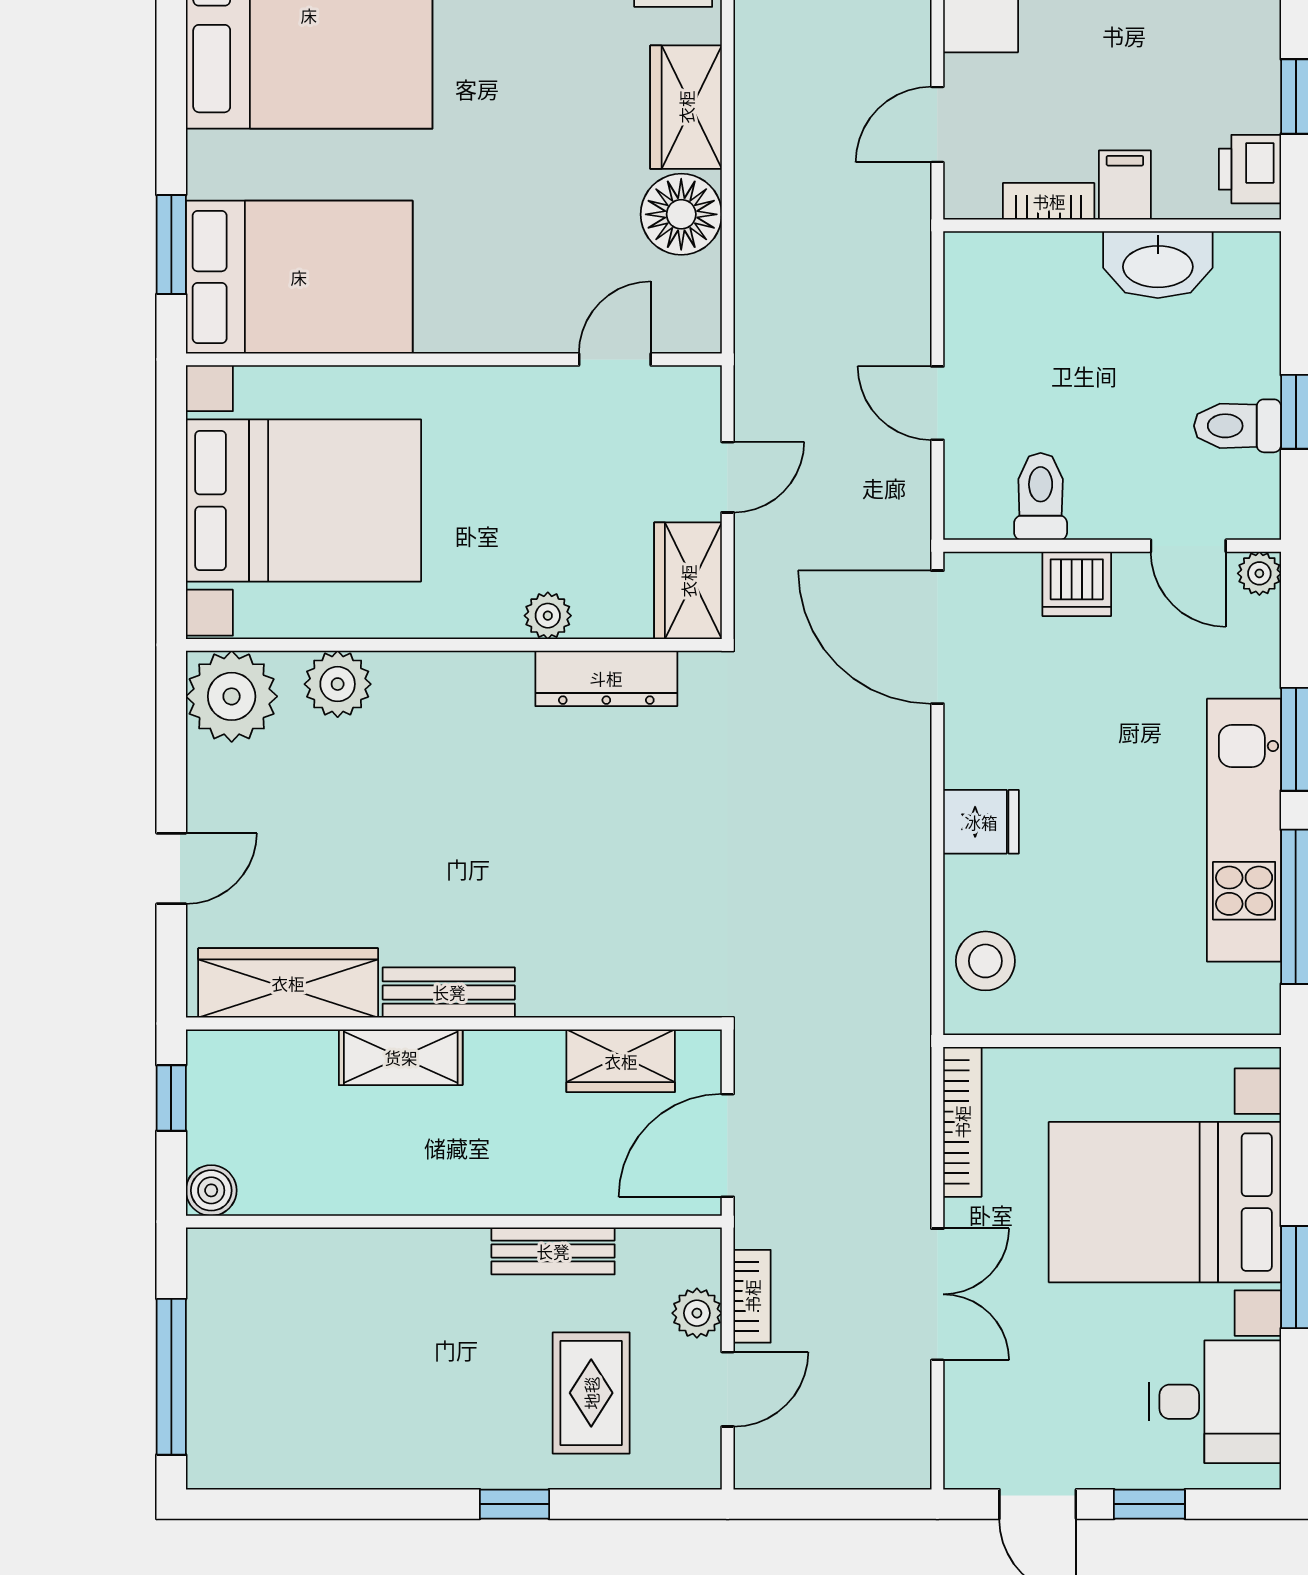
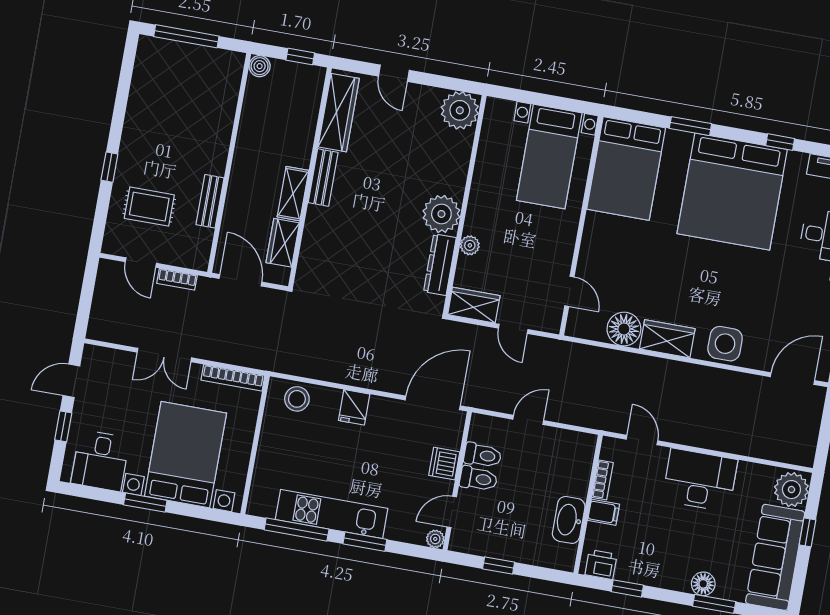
window: (171, 245) -> (690, 126), moved
toilet: (1237, 426) -> (478, 479), moved, turned 90
bed with nightstands: (303, 500) -> (549, 157), width x0.73
plant: (338, 684) -> (441, 214), moved, width x1.36, depth x1.36
shelving: (401, 1057) -> (293, 194), moved
plant: (697, 1313) -> (174, 256), removed

